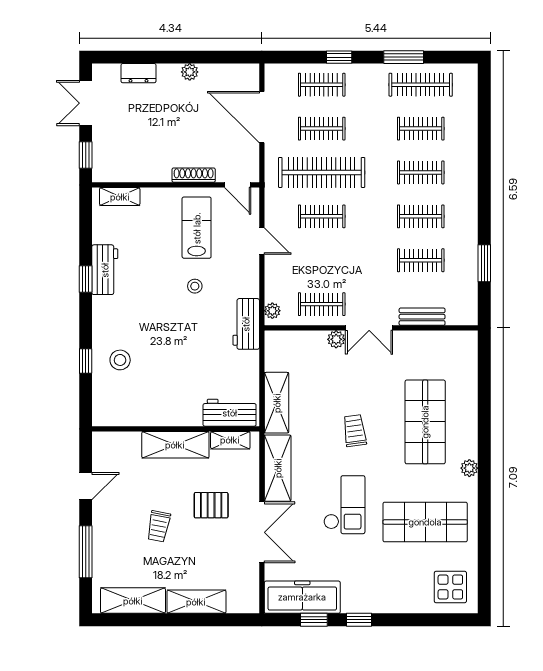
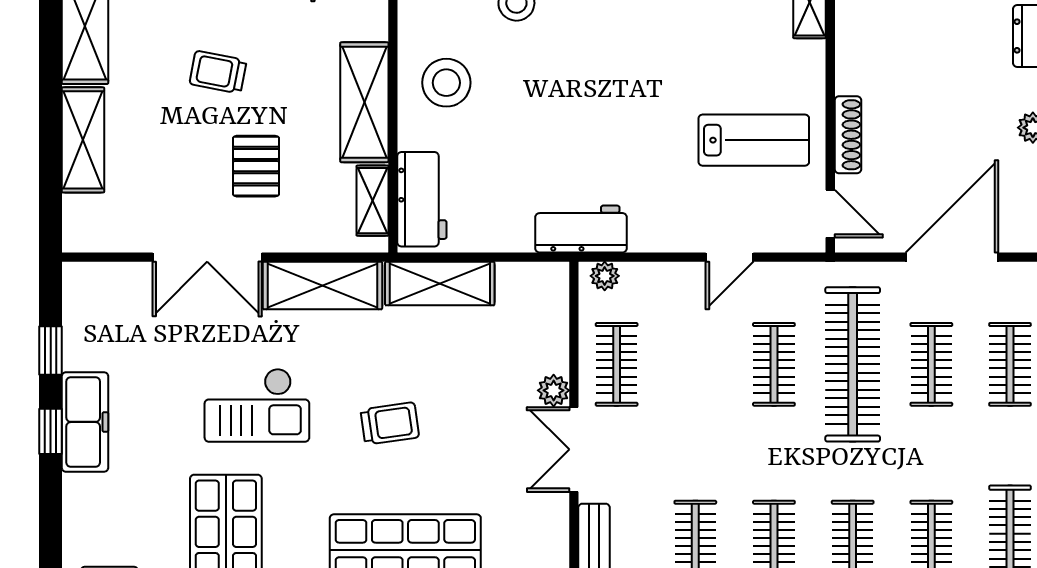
door: (238, 185) -> (830, 214), swing flipped
stool: (195, 286) -> (446, 83), moved, width x1.89, depth x1.89
freezer: (302, 597) -> (85, 422), moved, width x0.73, depth x0.79

